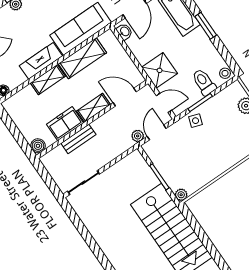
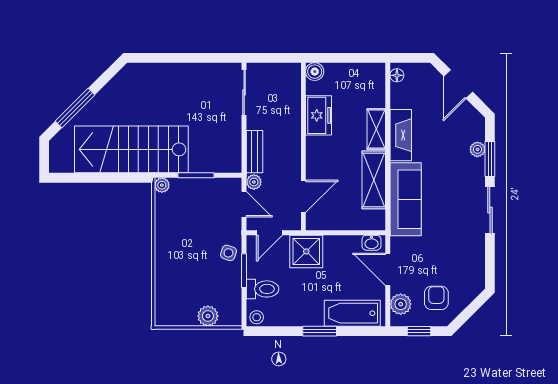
shelving: (94, 108) -> (315, 156), removed
bench: (78, 139) -> (254, 152), moved

